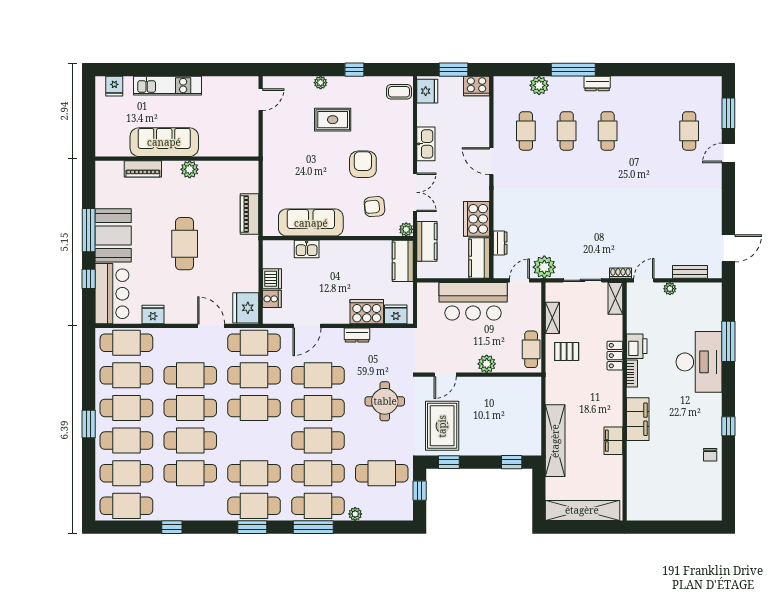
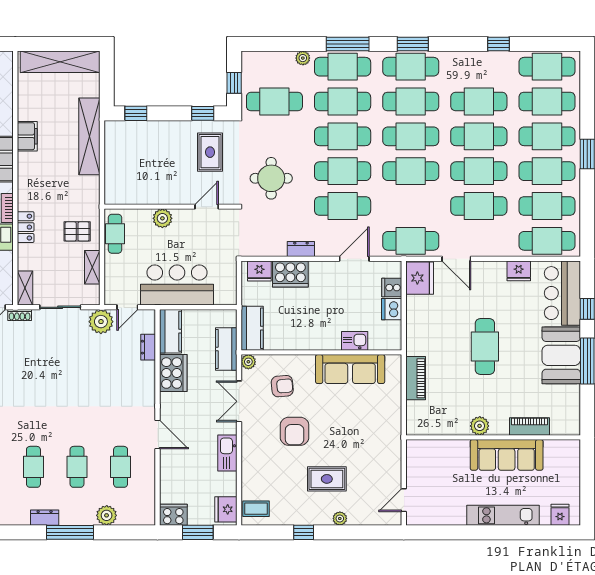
cafe table: (254, 375) -> (411, 136), moved
rug: (442, 426) -> (210, 152), width x0.73, depth x0.70

